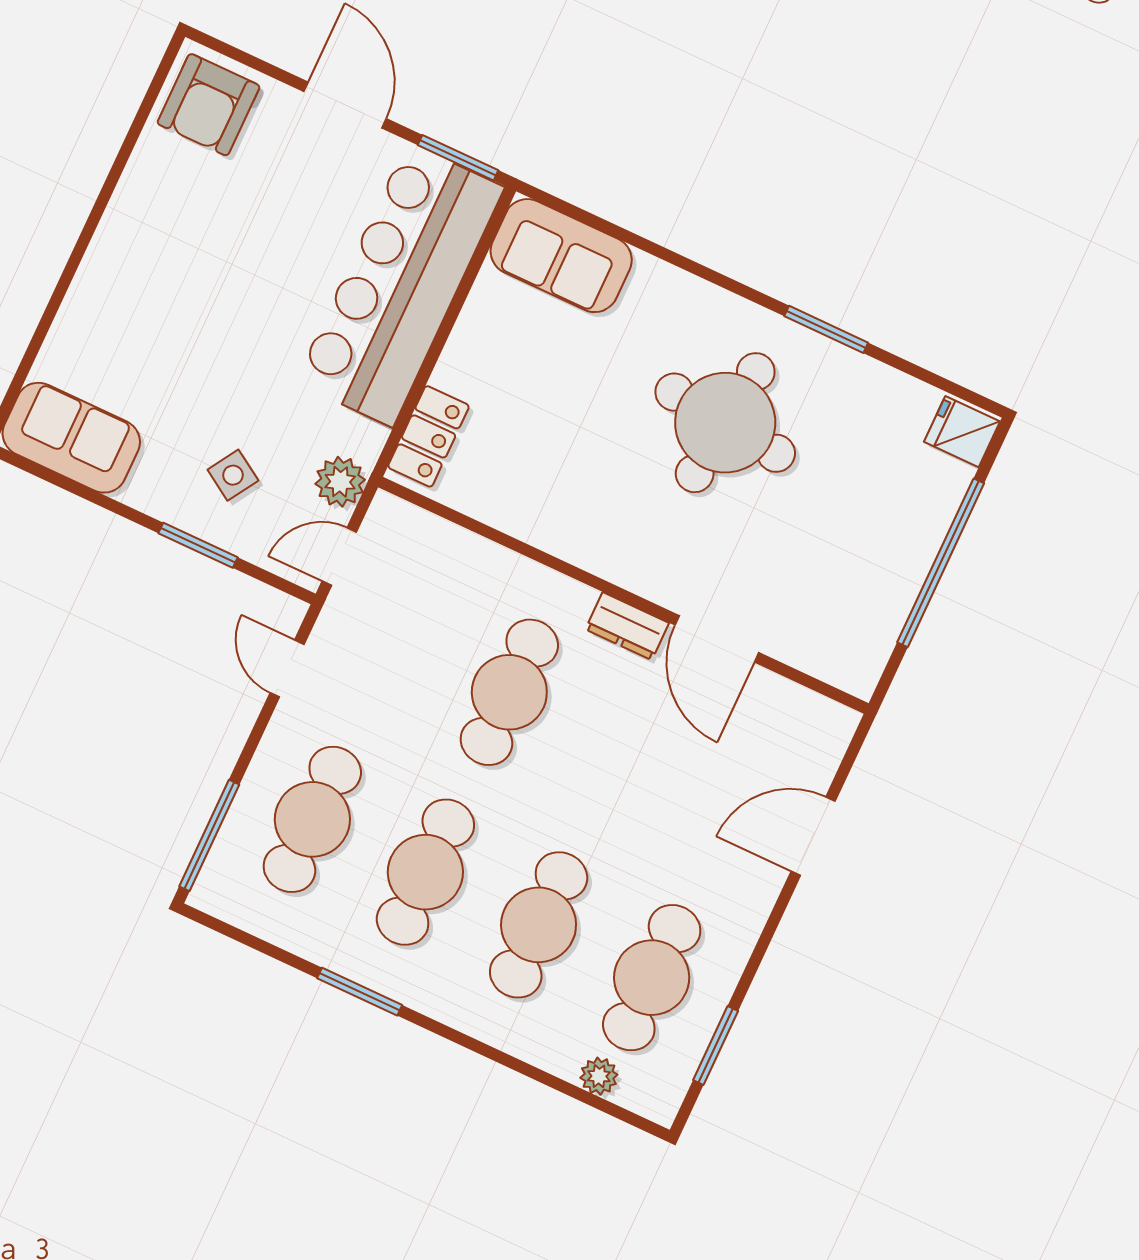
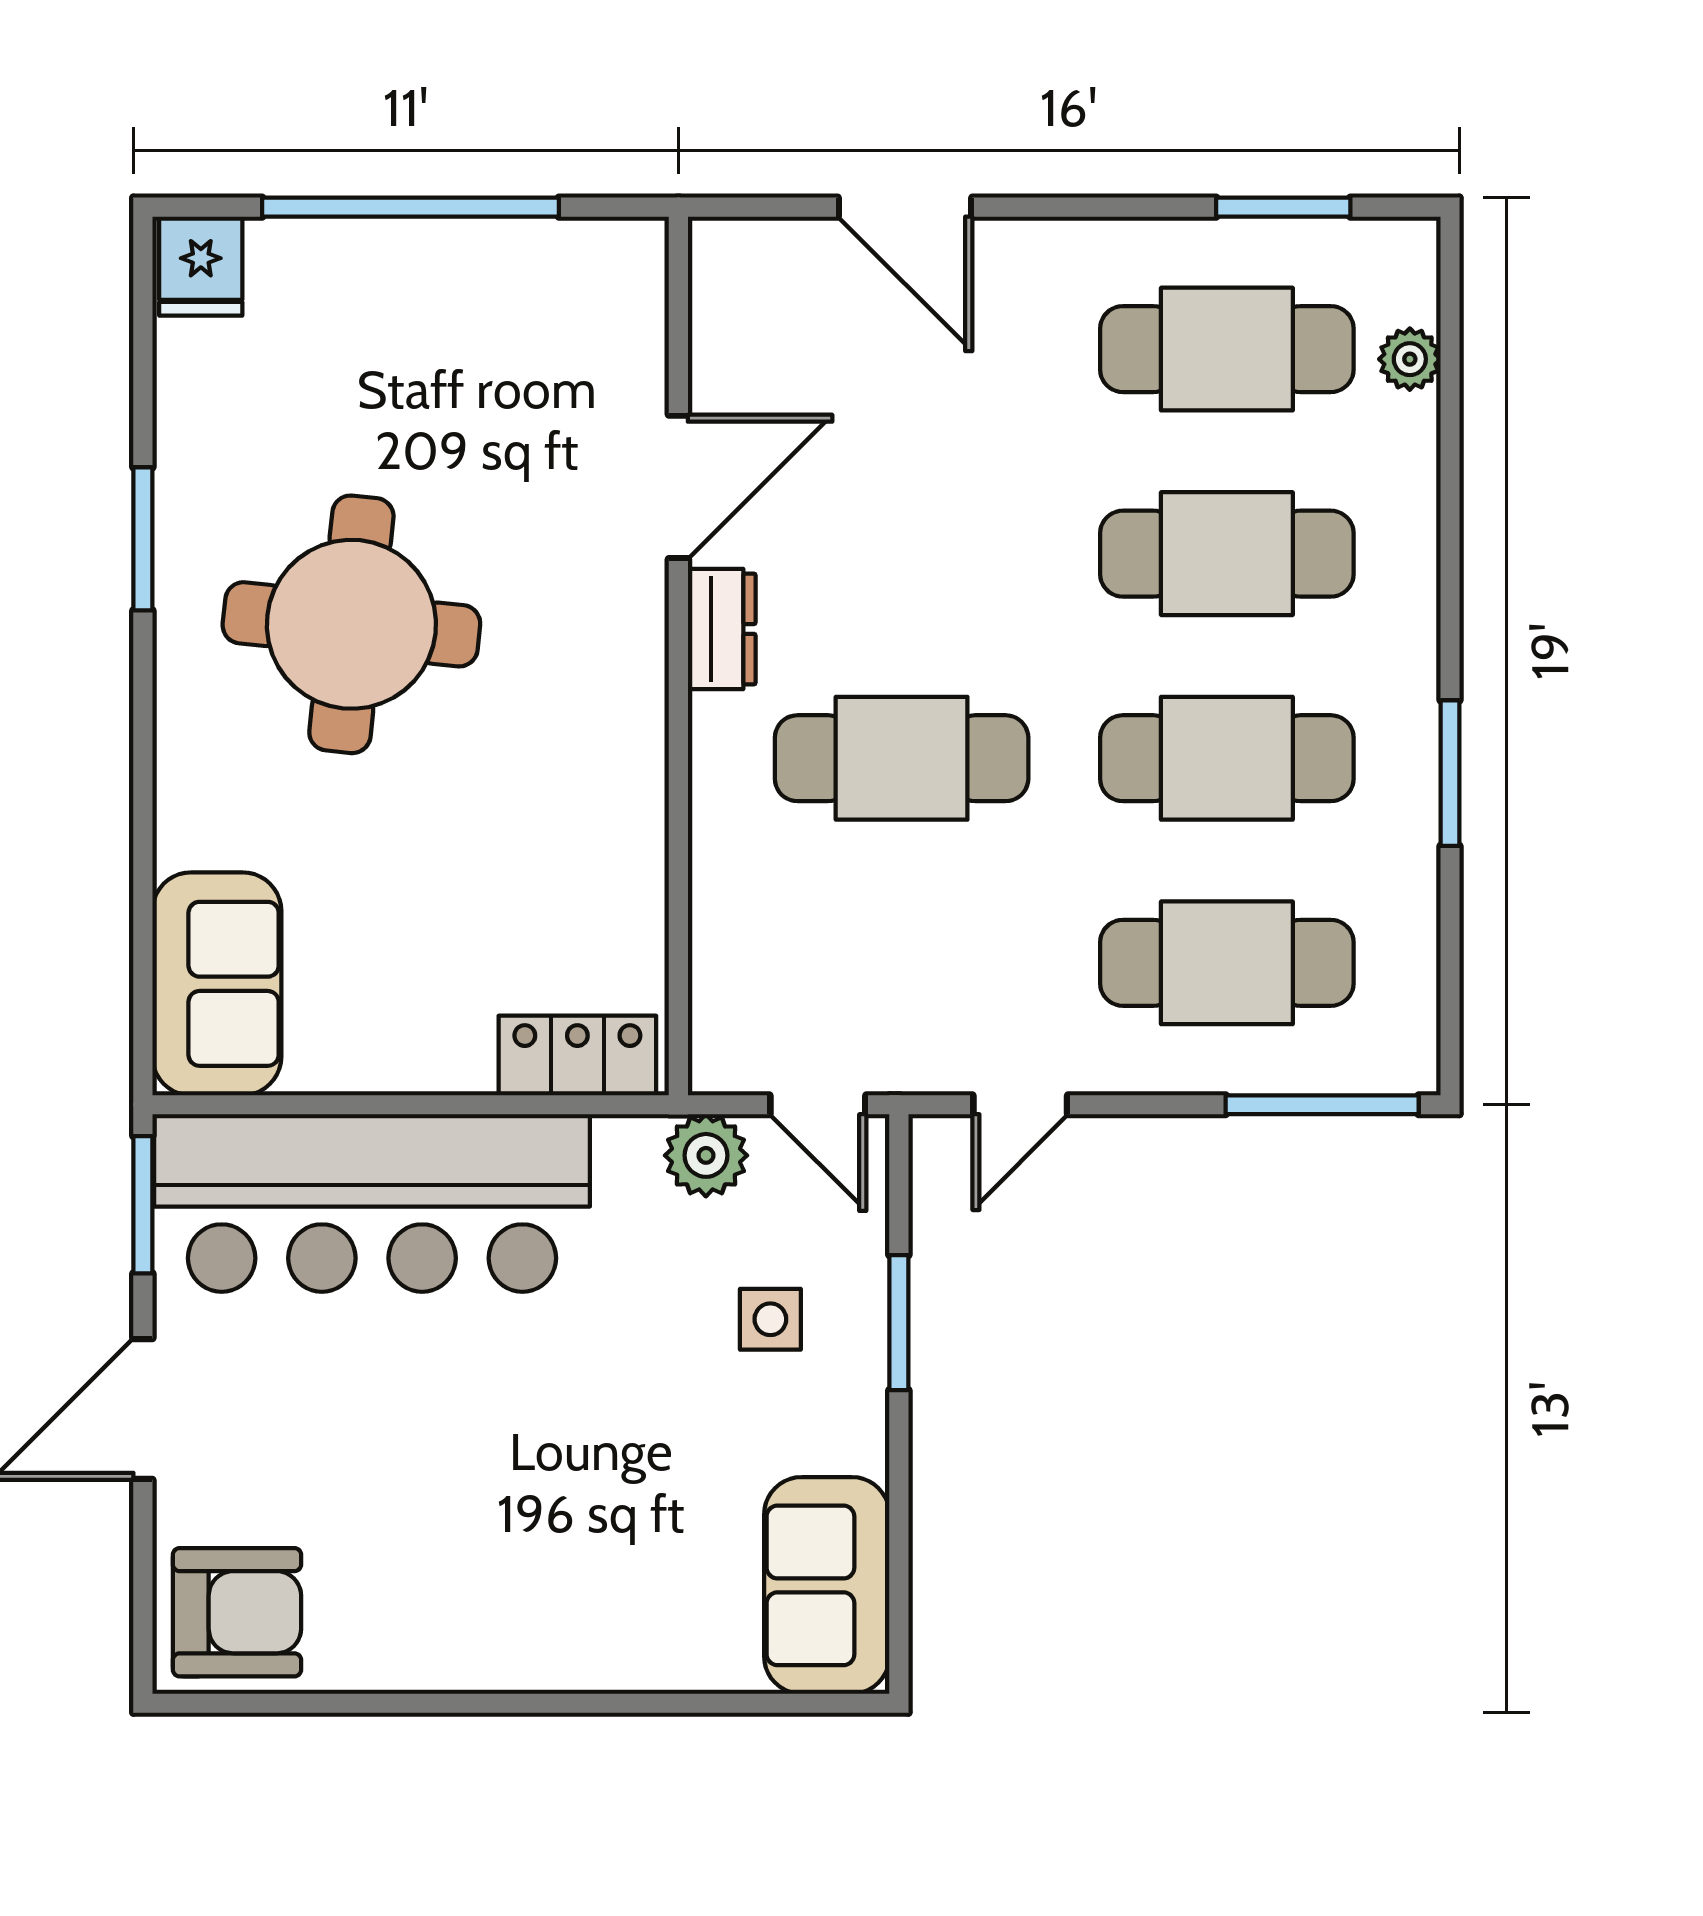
side table: (233, 475) -> (770, 1319), turned -32

